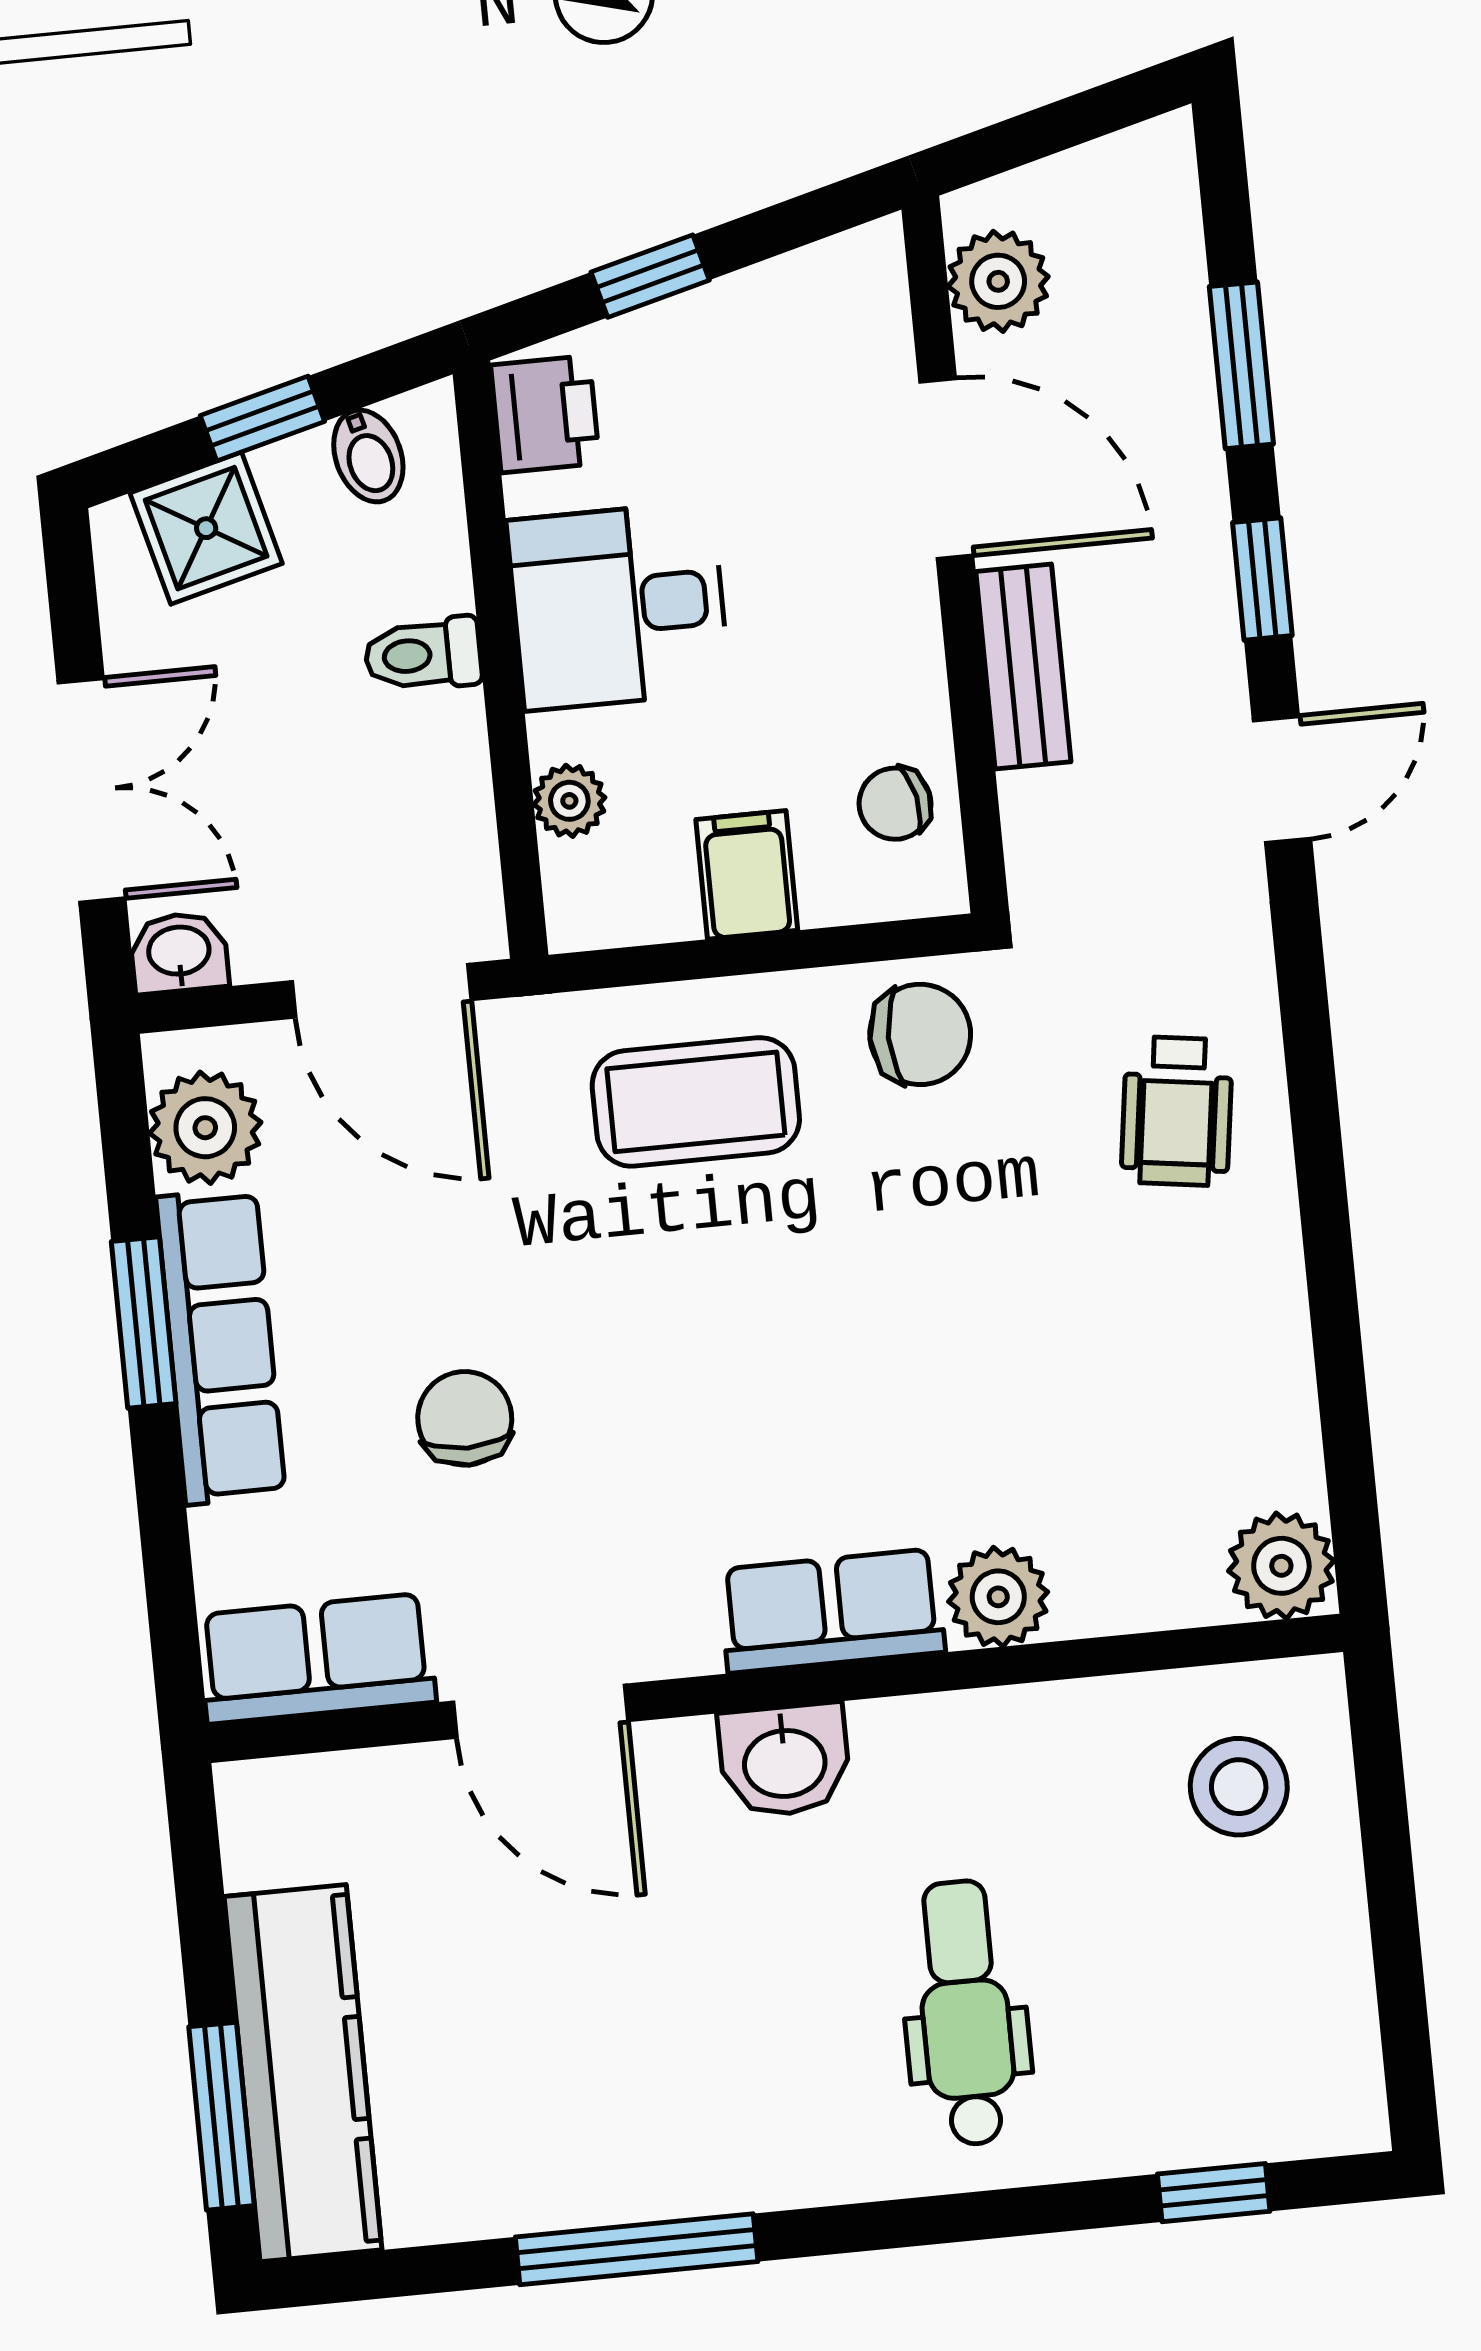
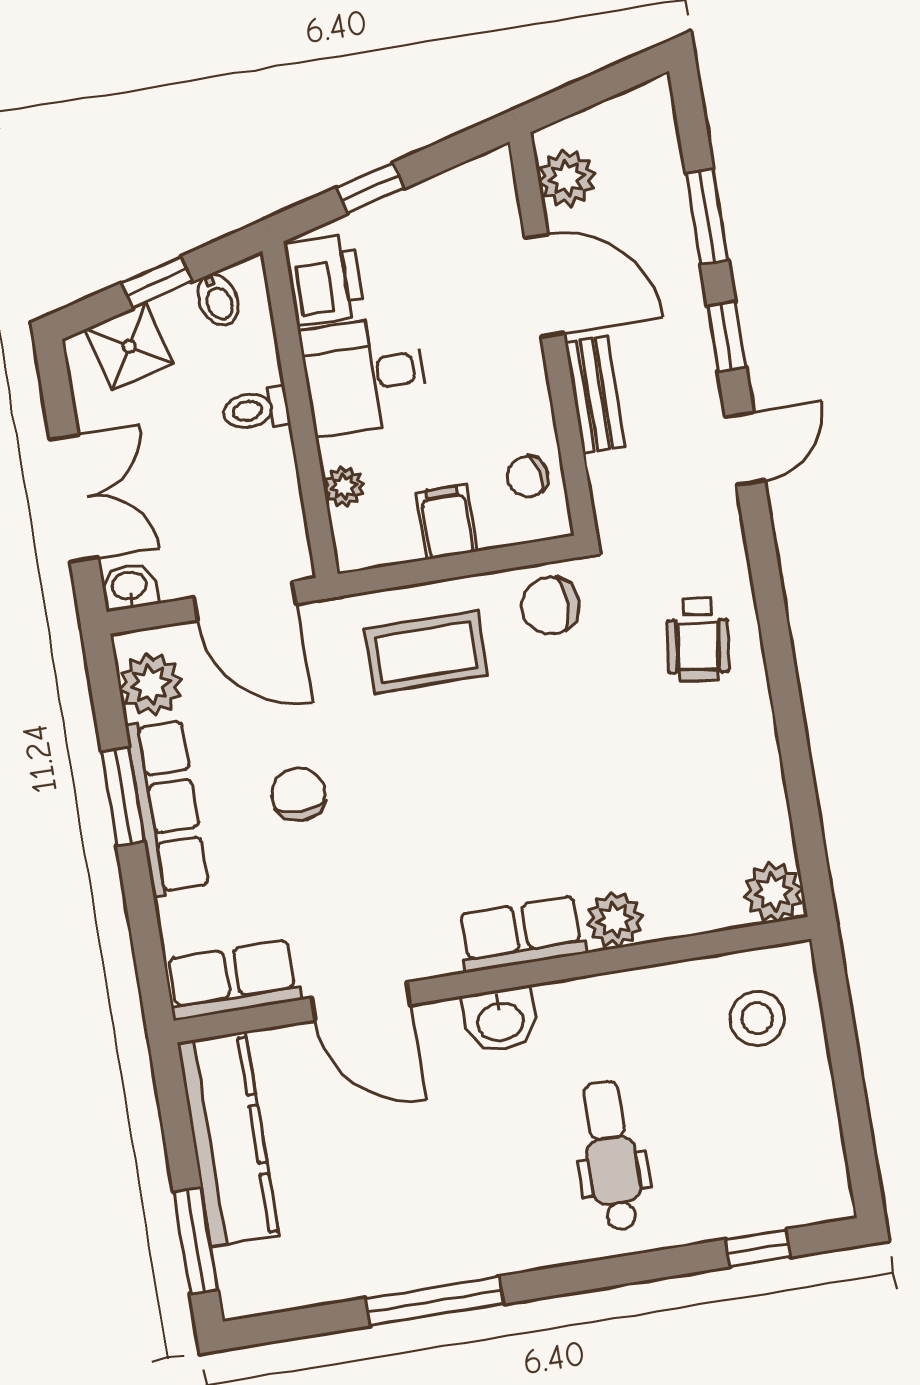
printer: (545, 414) -> (325, 280), width x1.36, depth x1.24
chair: (920, 1034) -> (550, 606), turned 180
chair: (465, 1418) -> (299, 794), moved
kitchen counter: (303, 2073) -> (228, 1139), moved

